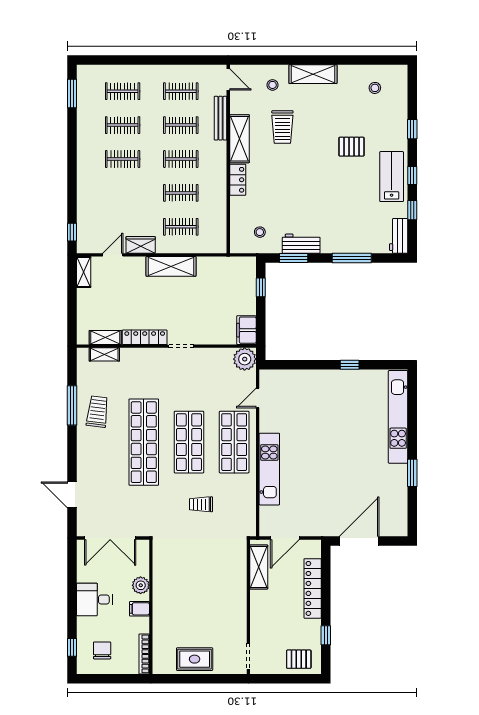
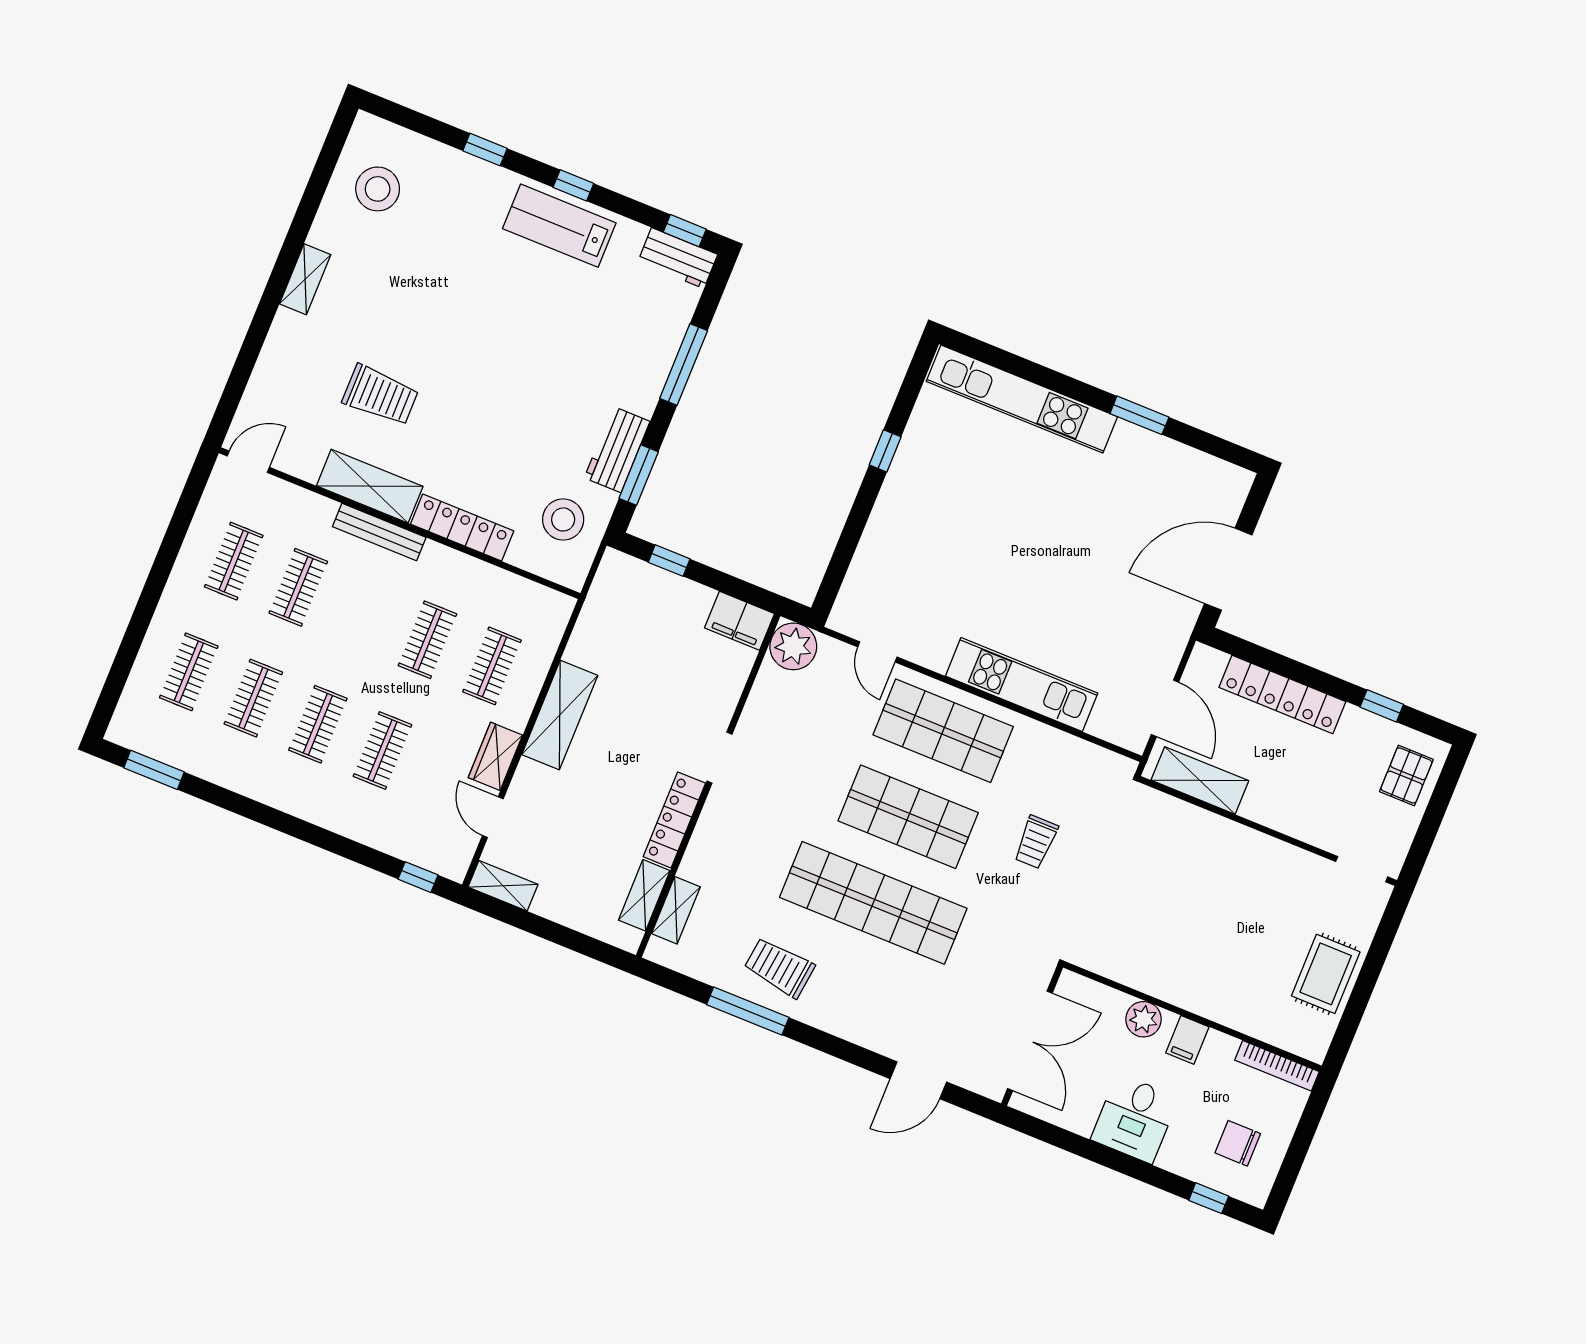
shelving: (313, 74) -> (305, 279), width x0.67, depth x0.75
stool: (273, 85) -> (293, 382), removed
stool: (375, 88) -> (378, 189), width x1.89, depth x1.89
bench: (221, 118) -> (379, 532), moved
pallet: (351, 147) -> (471, 279), removed
clothes rail: (181, 159) -> (382, 750), moved
locker: (238, 180) -> (462, 528), width x1.53
window: (412, 210) -> (685, 231), moved
stool: (260, 232) -> (563, 519), width x1.89, depth x1.89
door: (359, 541) -> (1228, 569), hinge flipped

